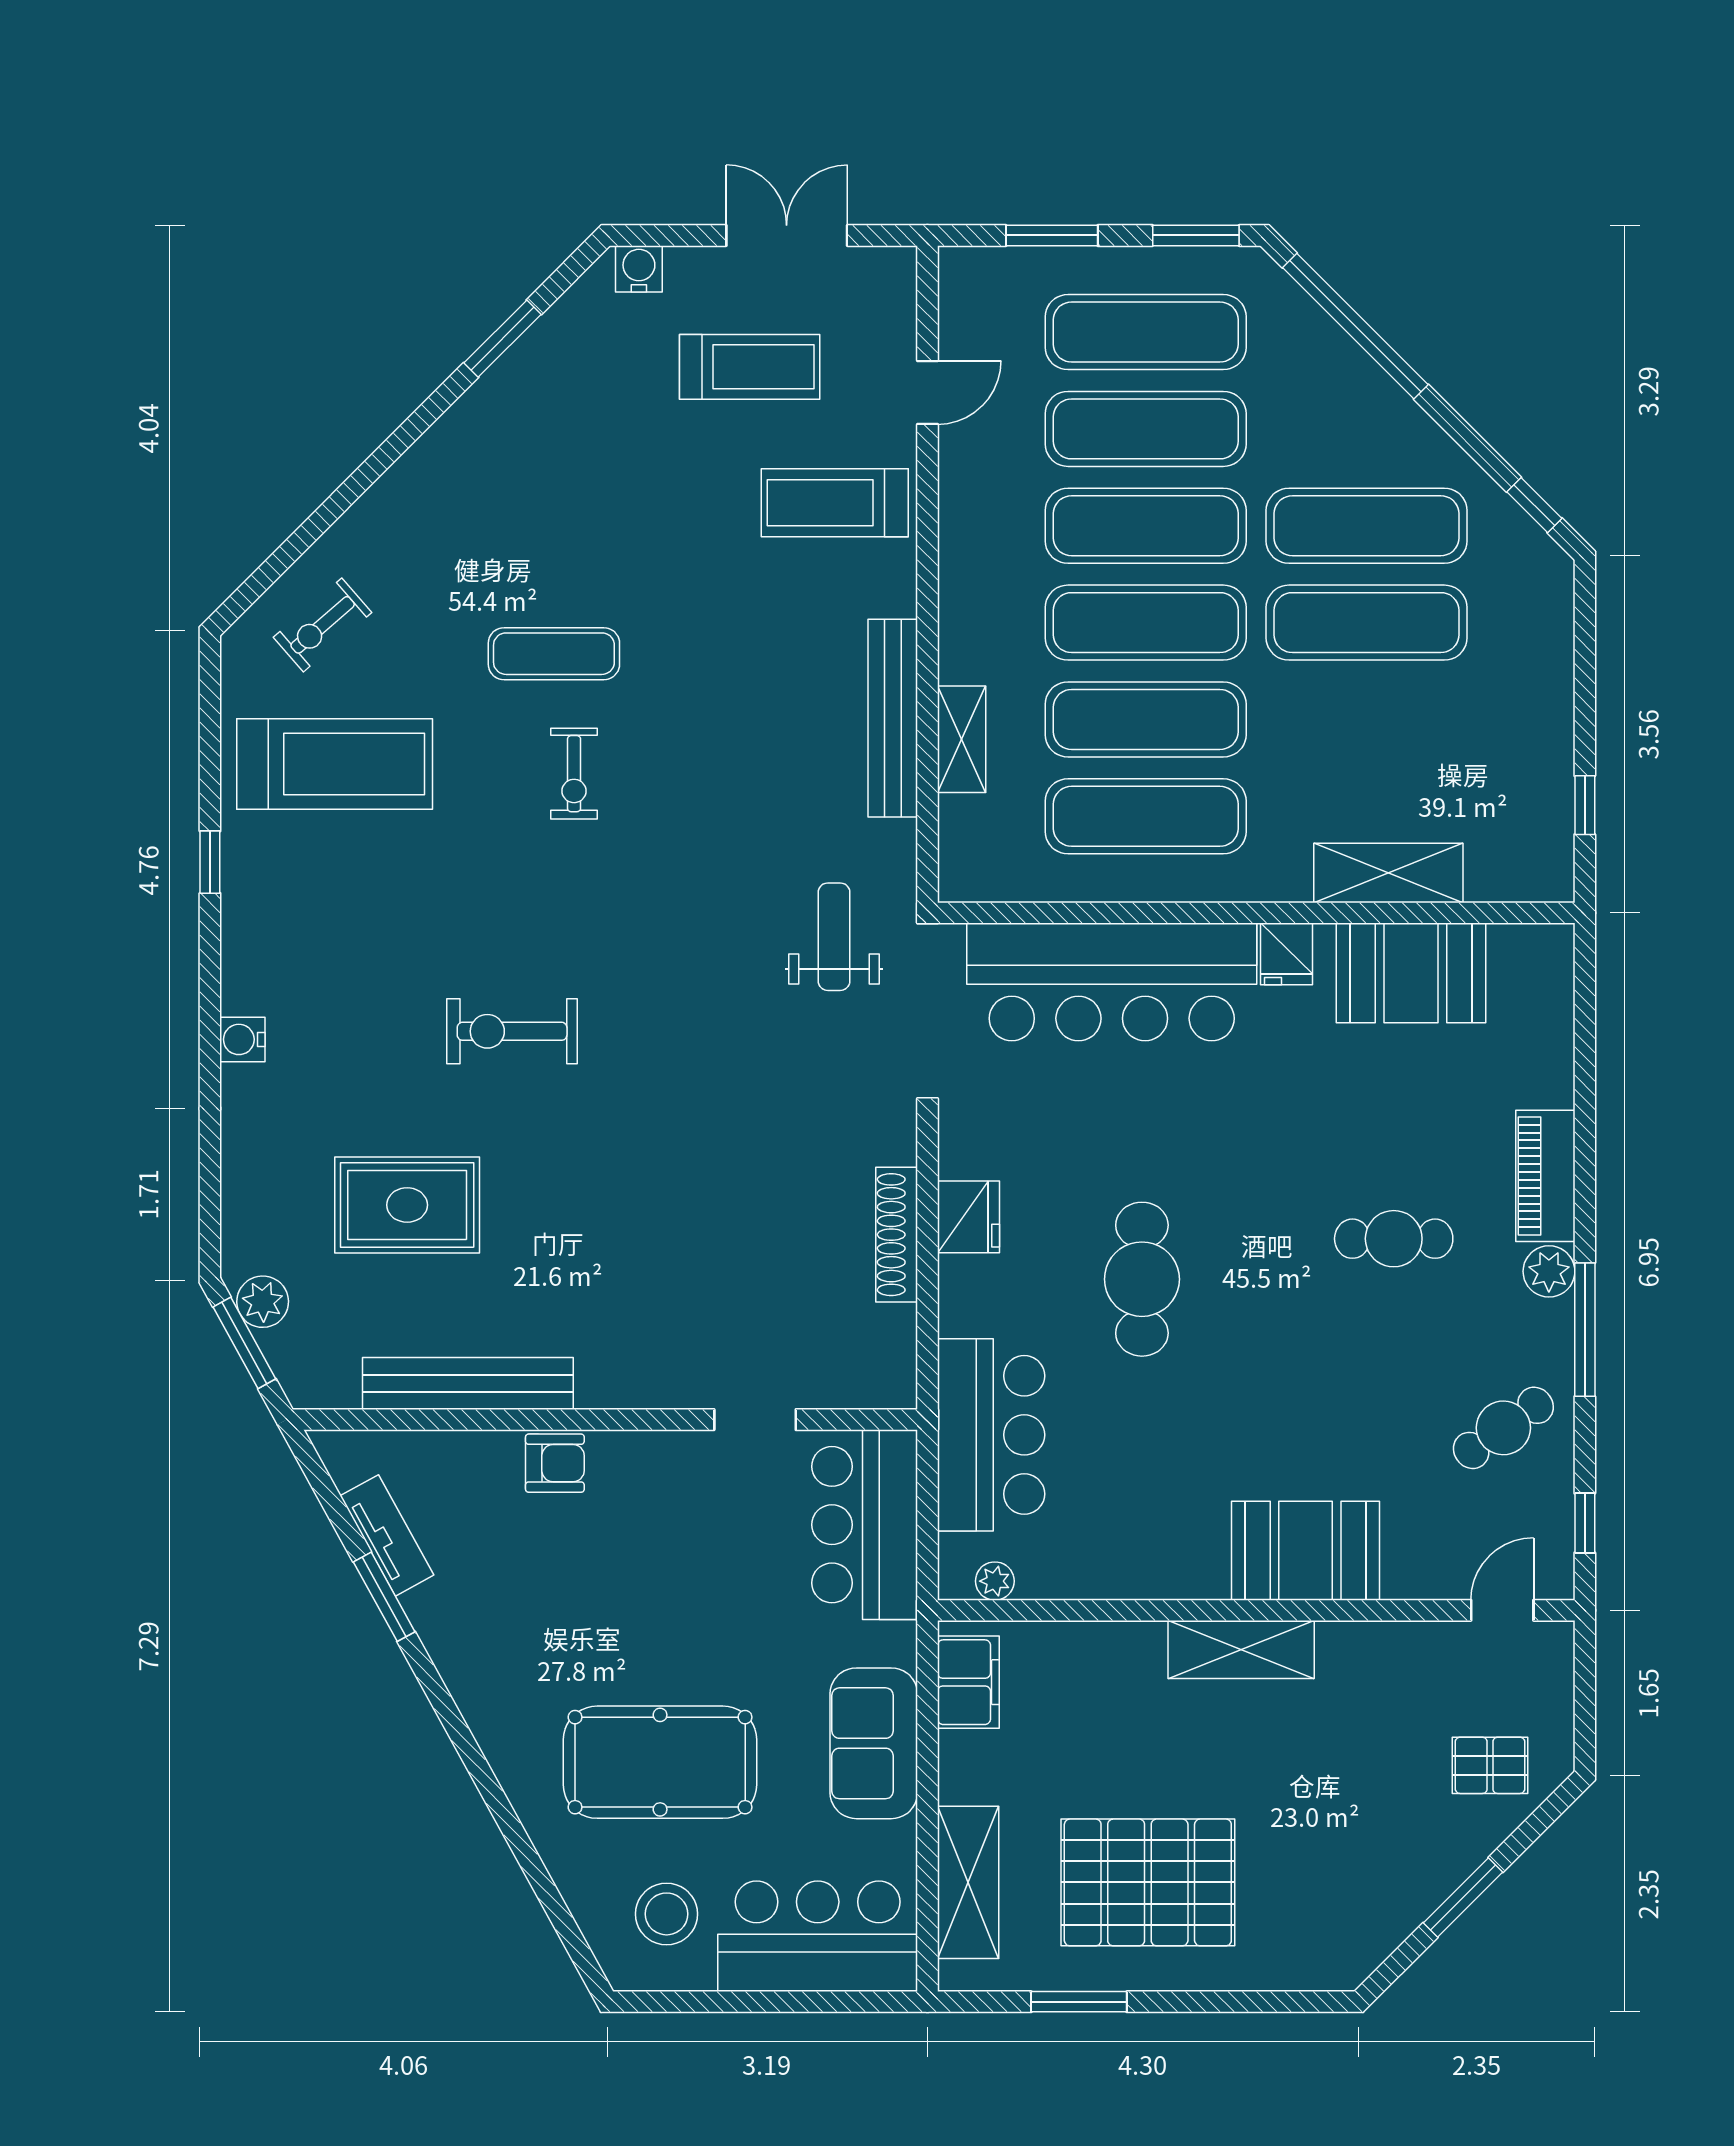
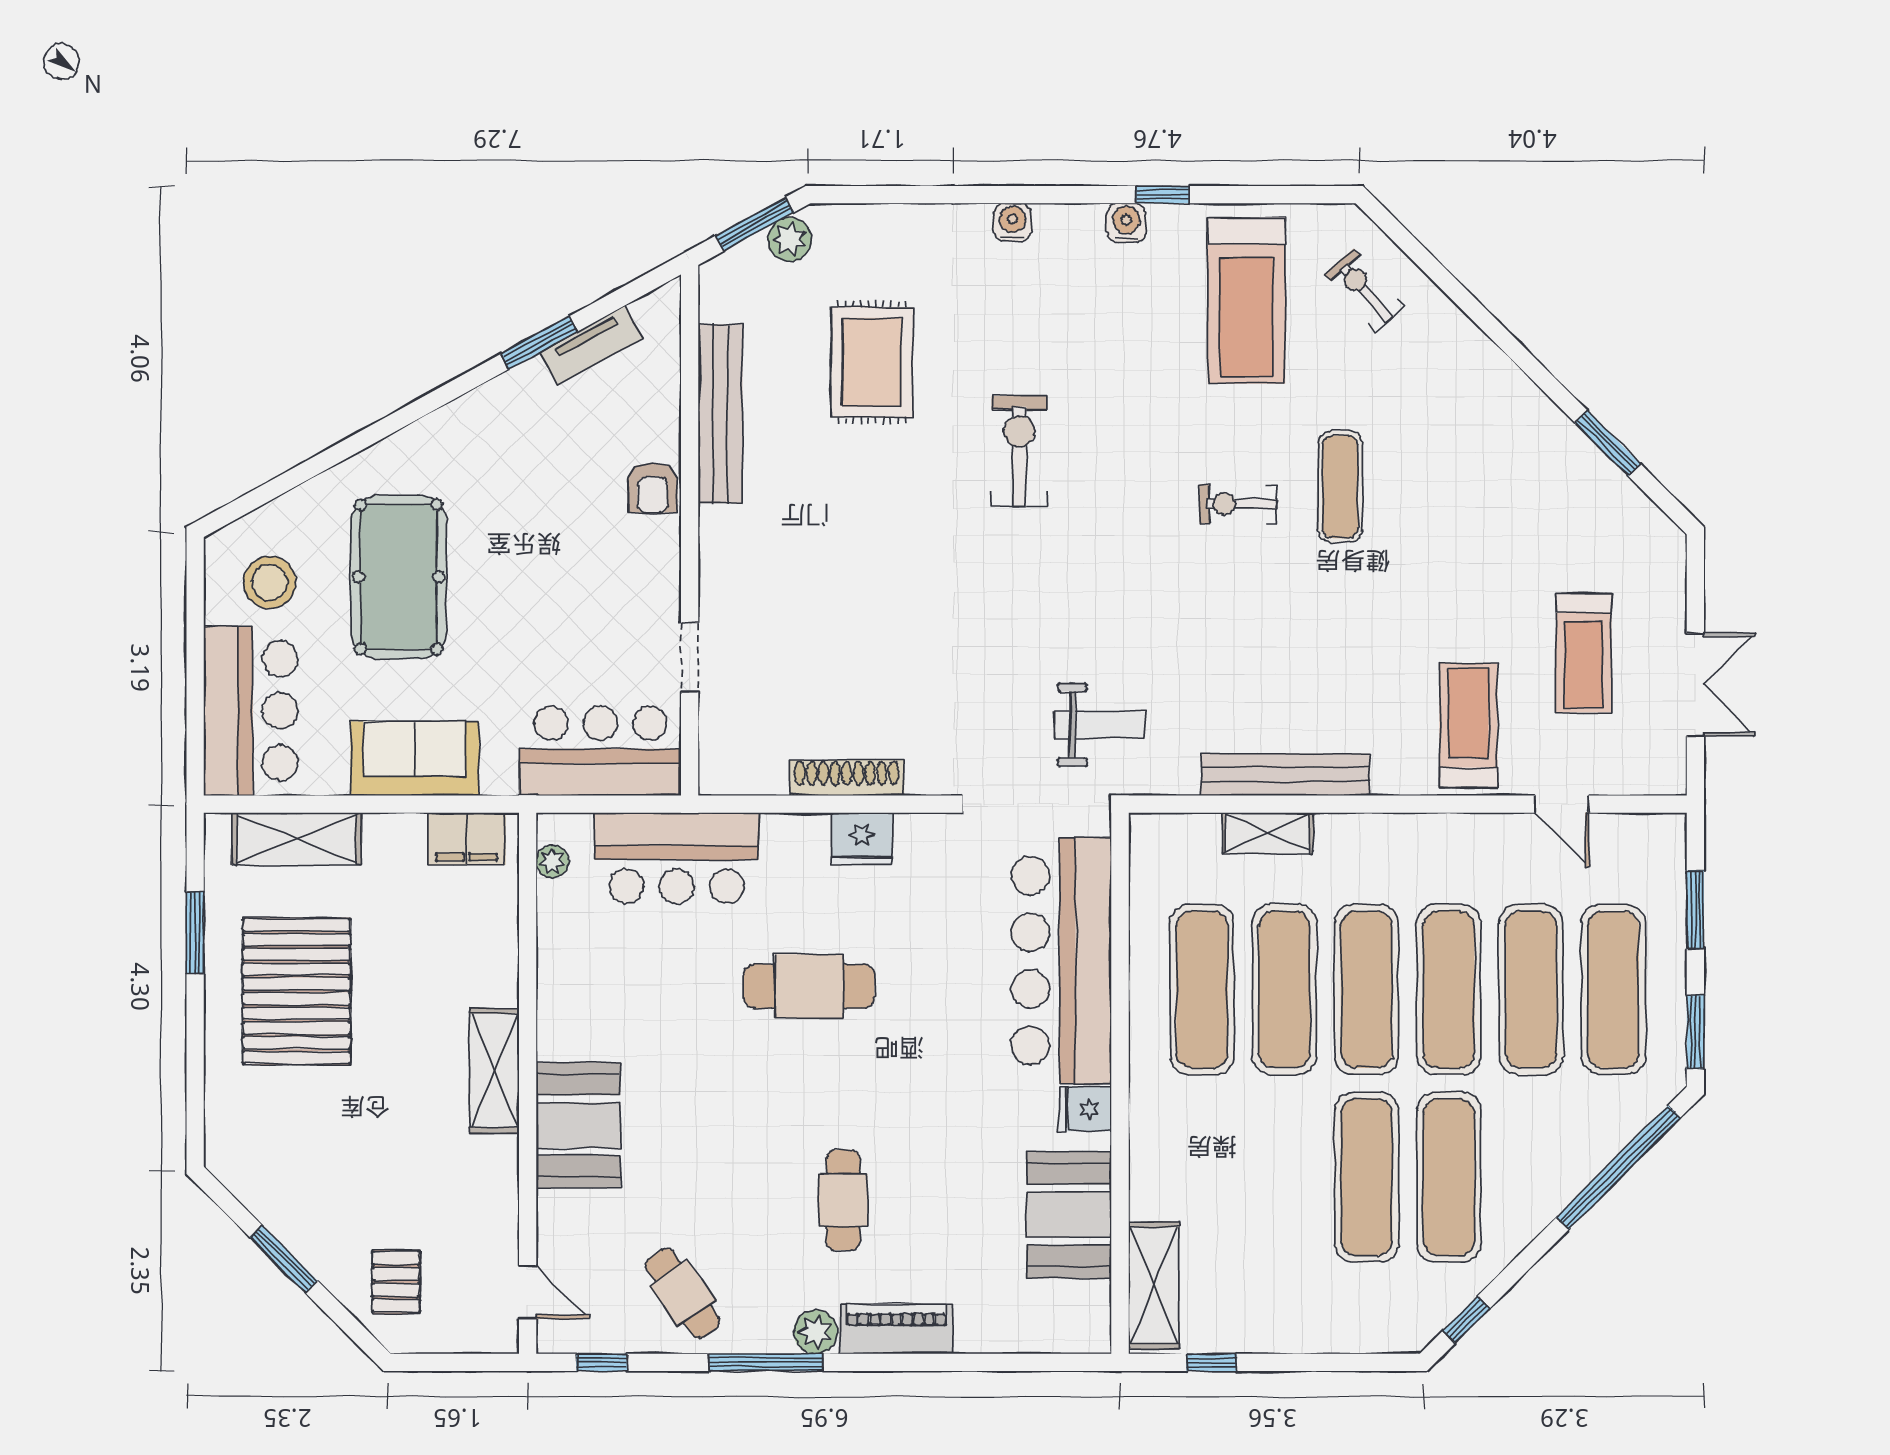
water cooler: (639, 269) -> (1126, 223), moved, turned -90
shelving: (1388, 873) -> (1154, 1285), moved

